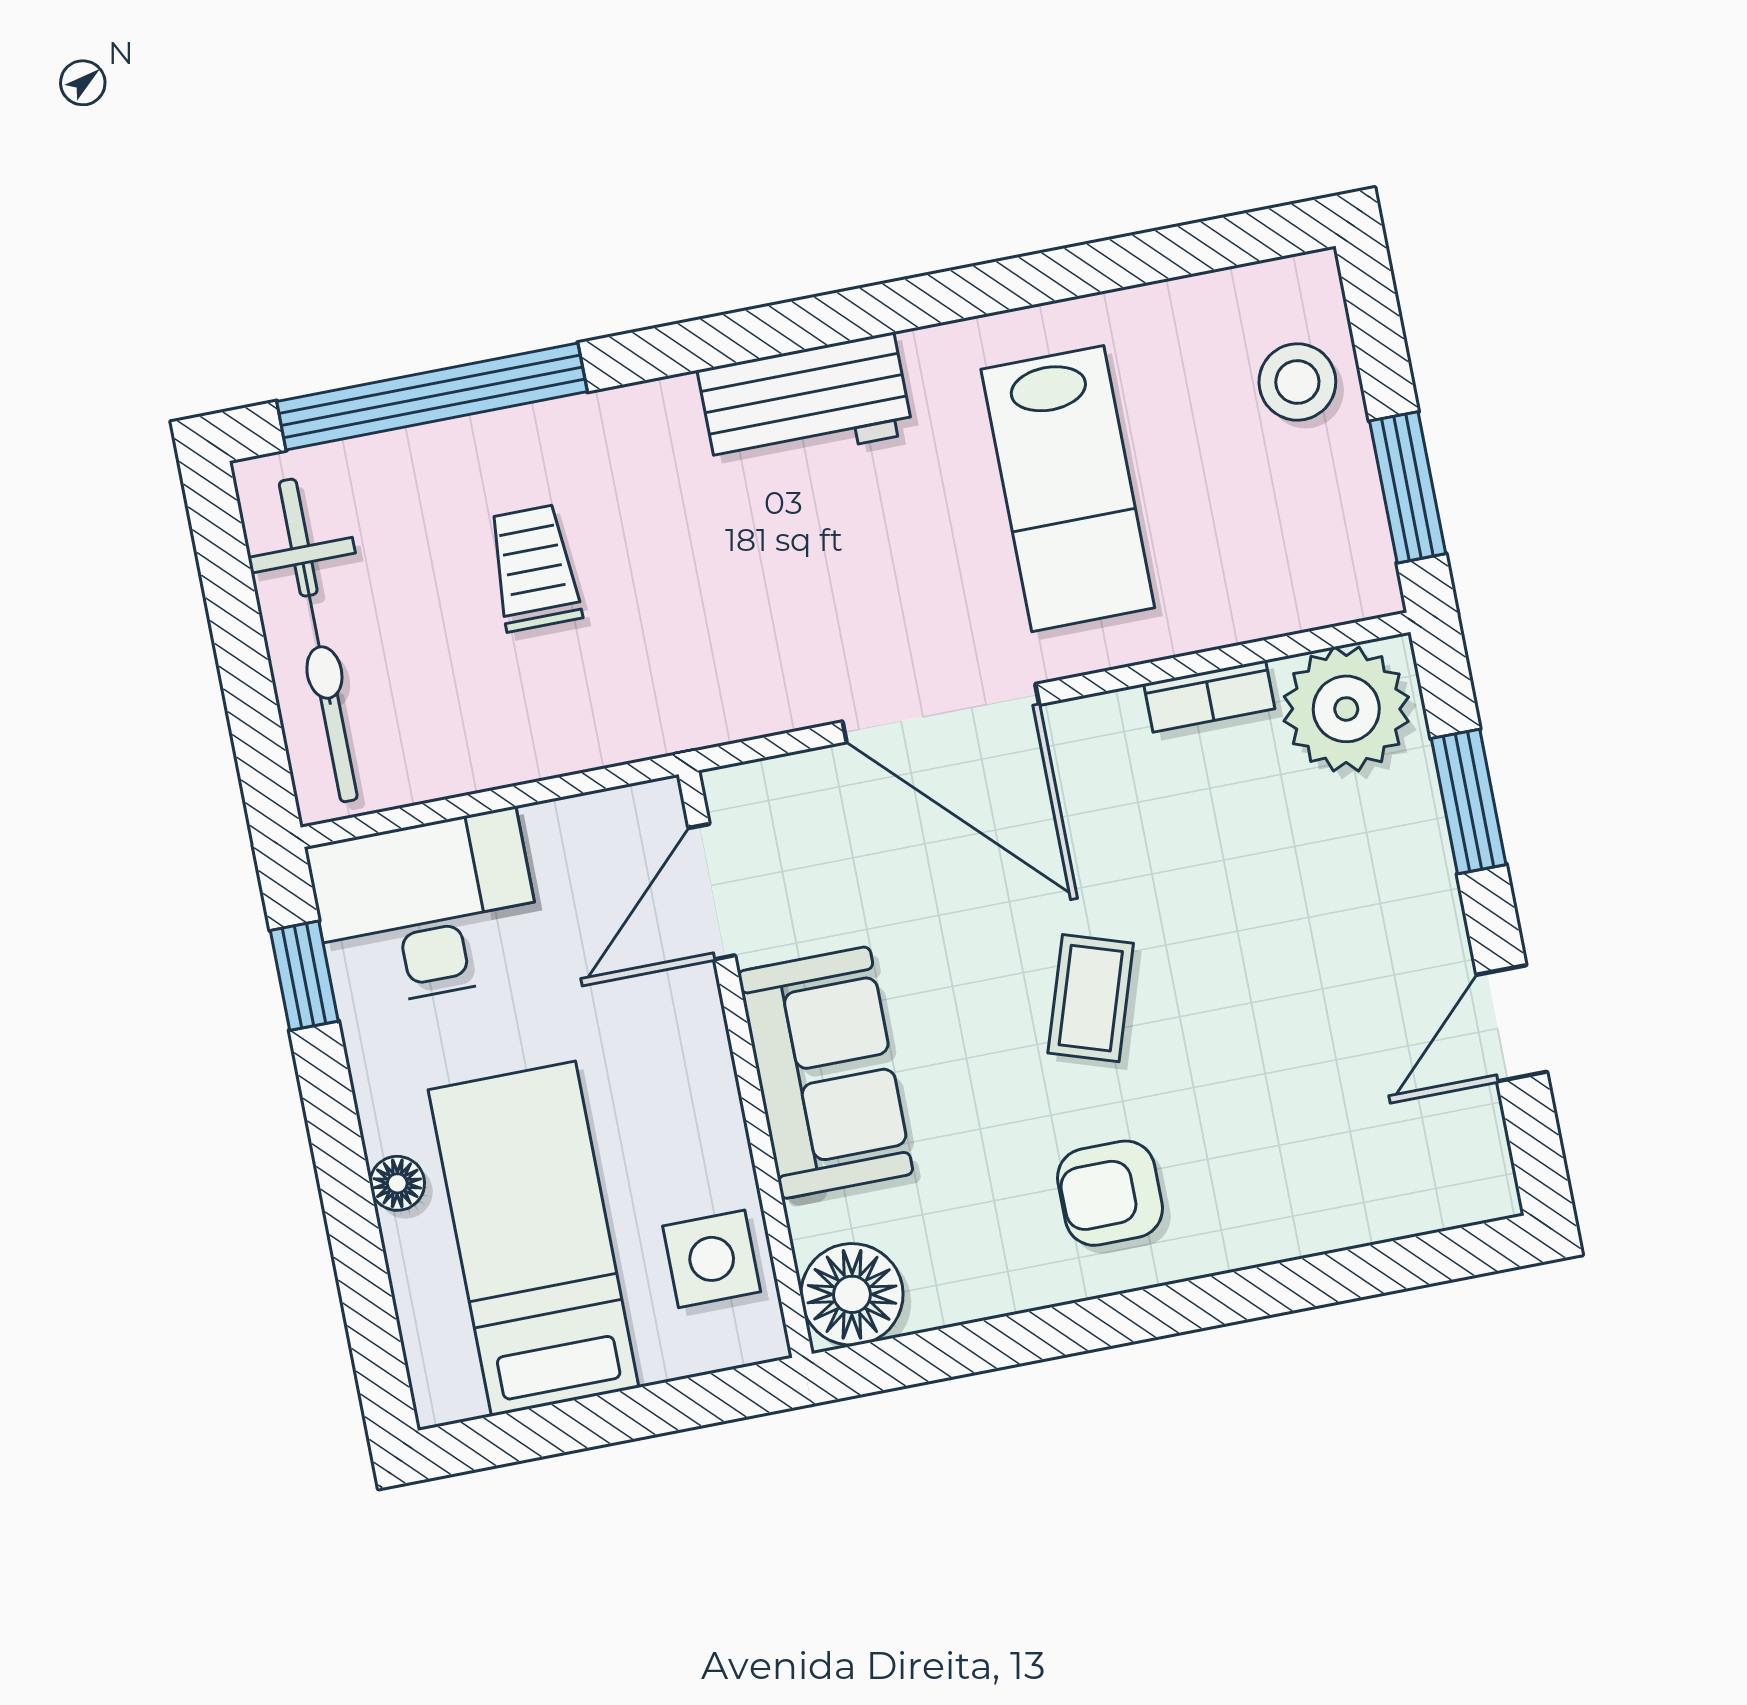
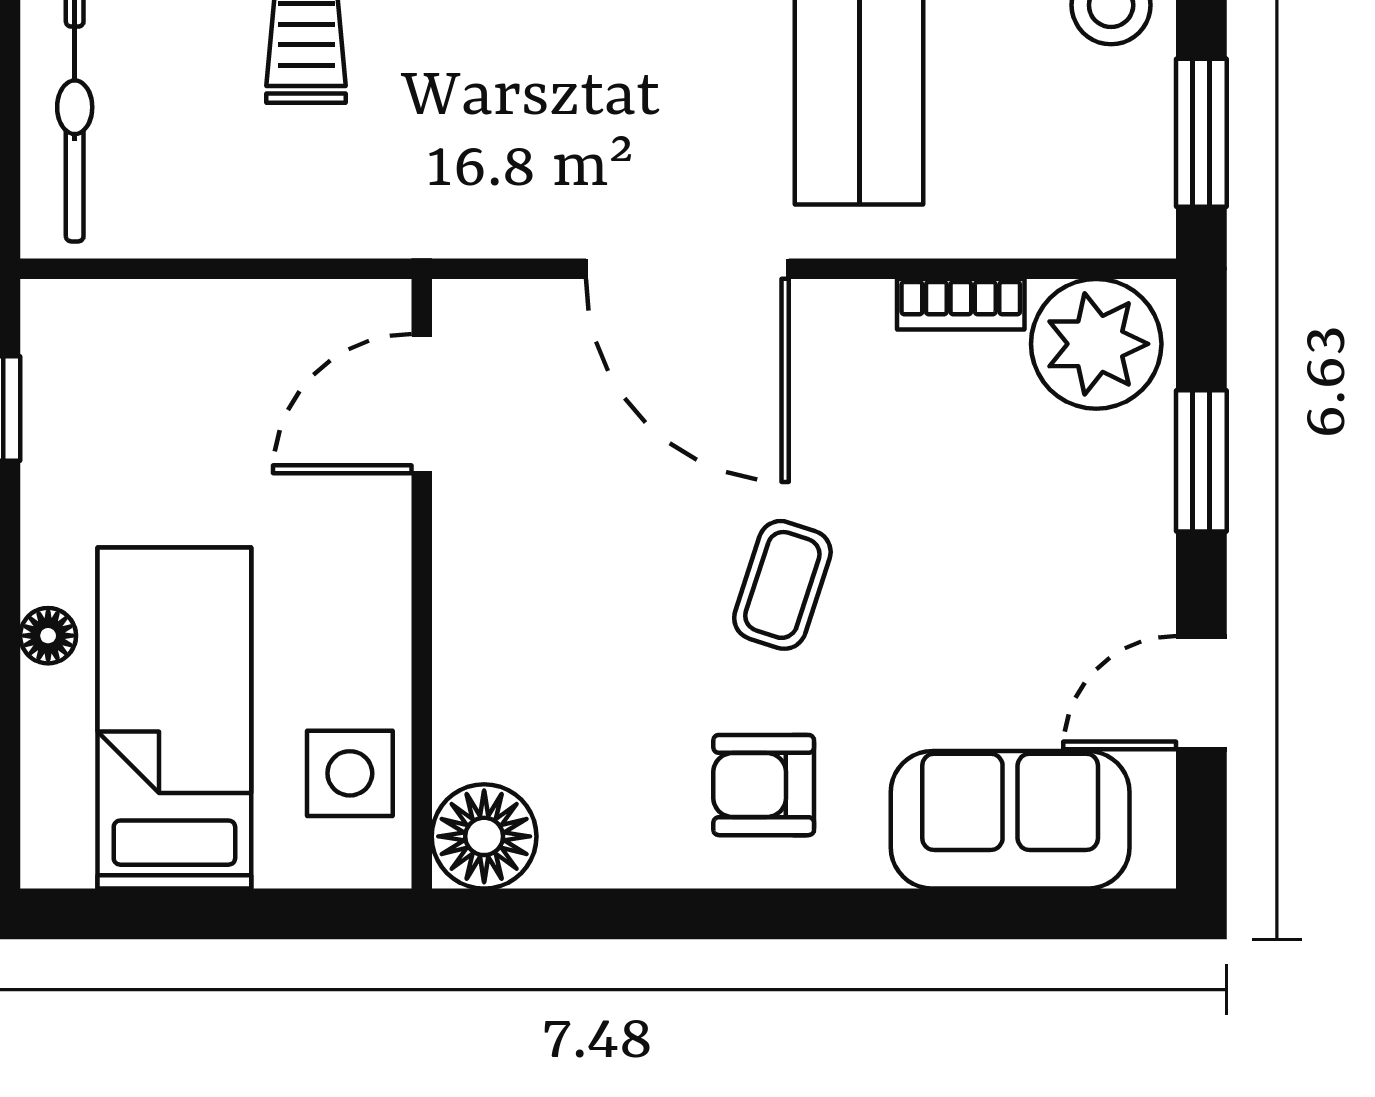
desk: (426, 909) -> (131, 366), removed
sofa: (825, 1073) -> (1010, 820), moved, turned -90

